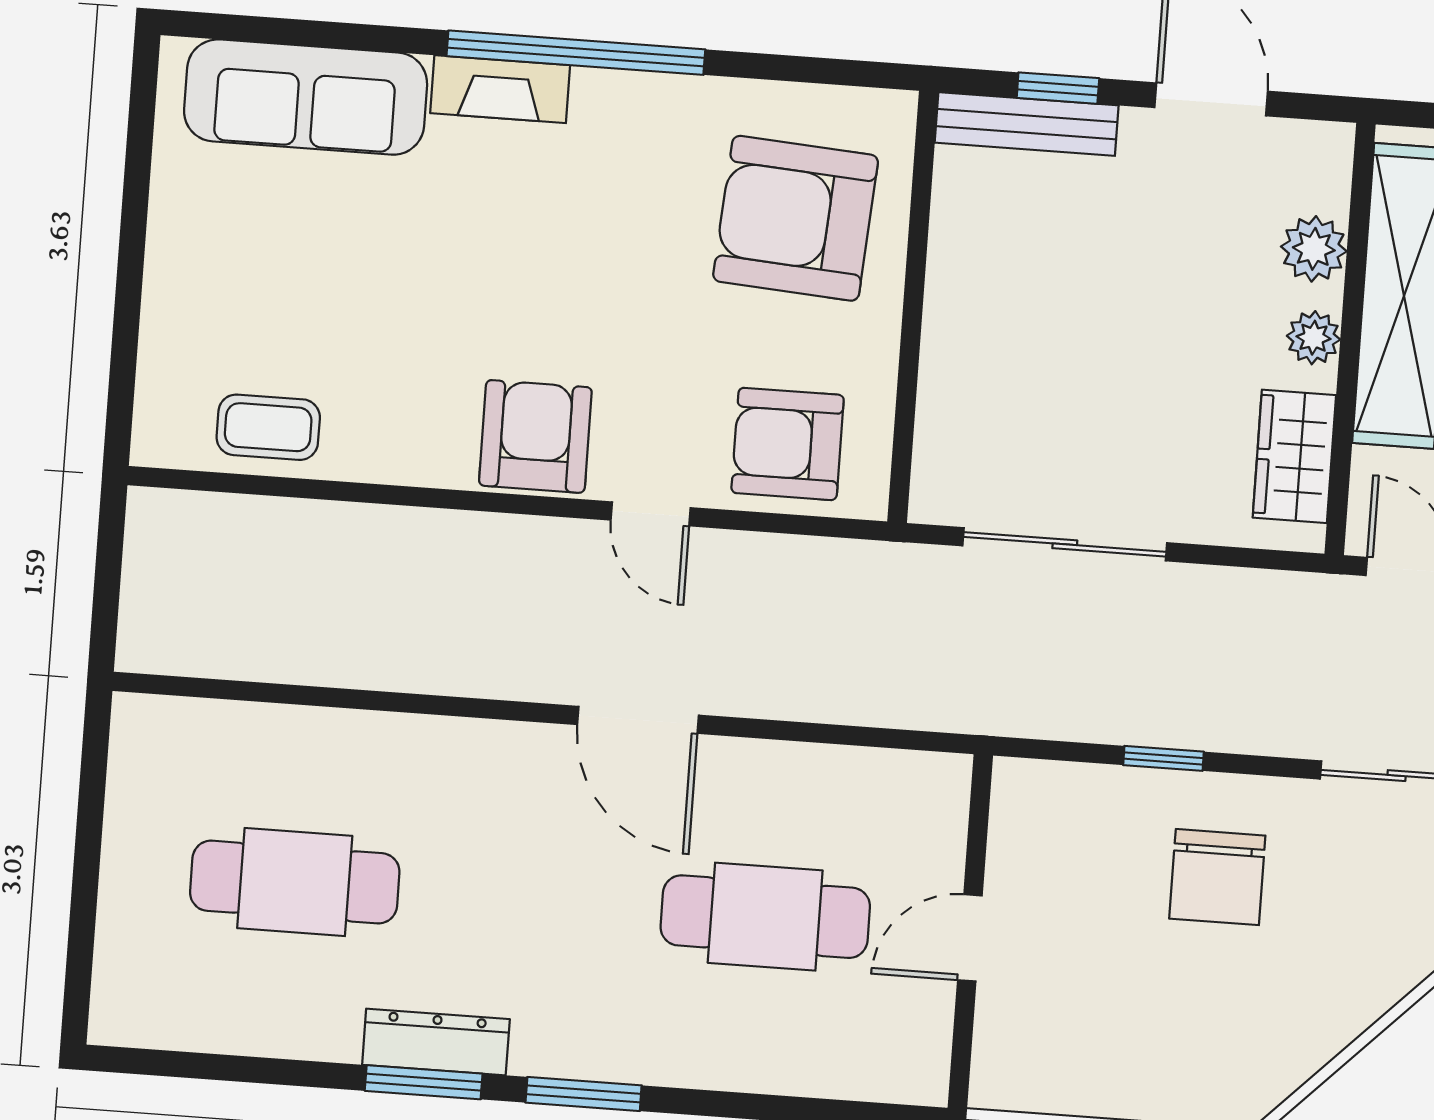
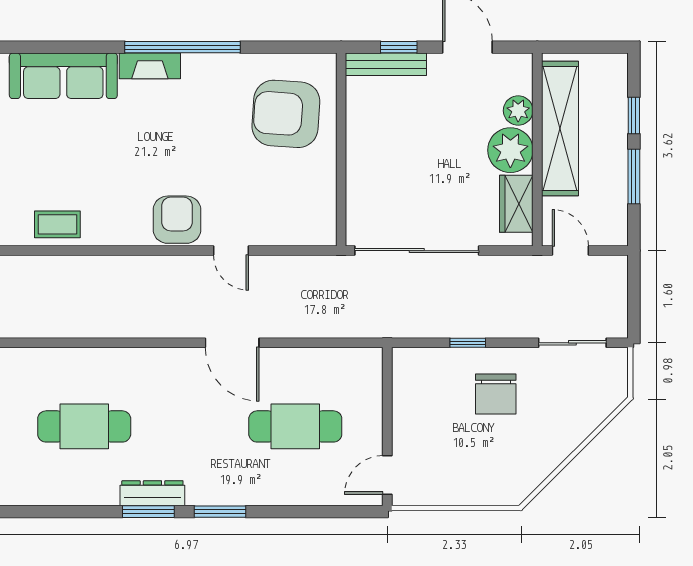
plant: (1313, 338) -> (510, 150), width x1.88, depth x1.88
armchair: (788, 444) -> (290, 215), removed
sliding door: (1065, 544) -> (417, 251), width x1.36
door: (970, 938) -> (387, 475), moved

